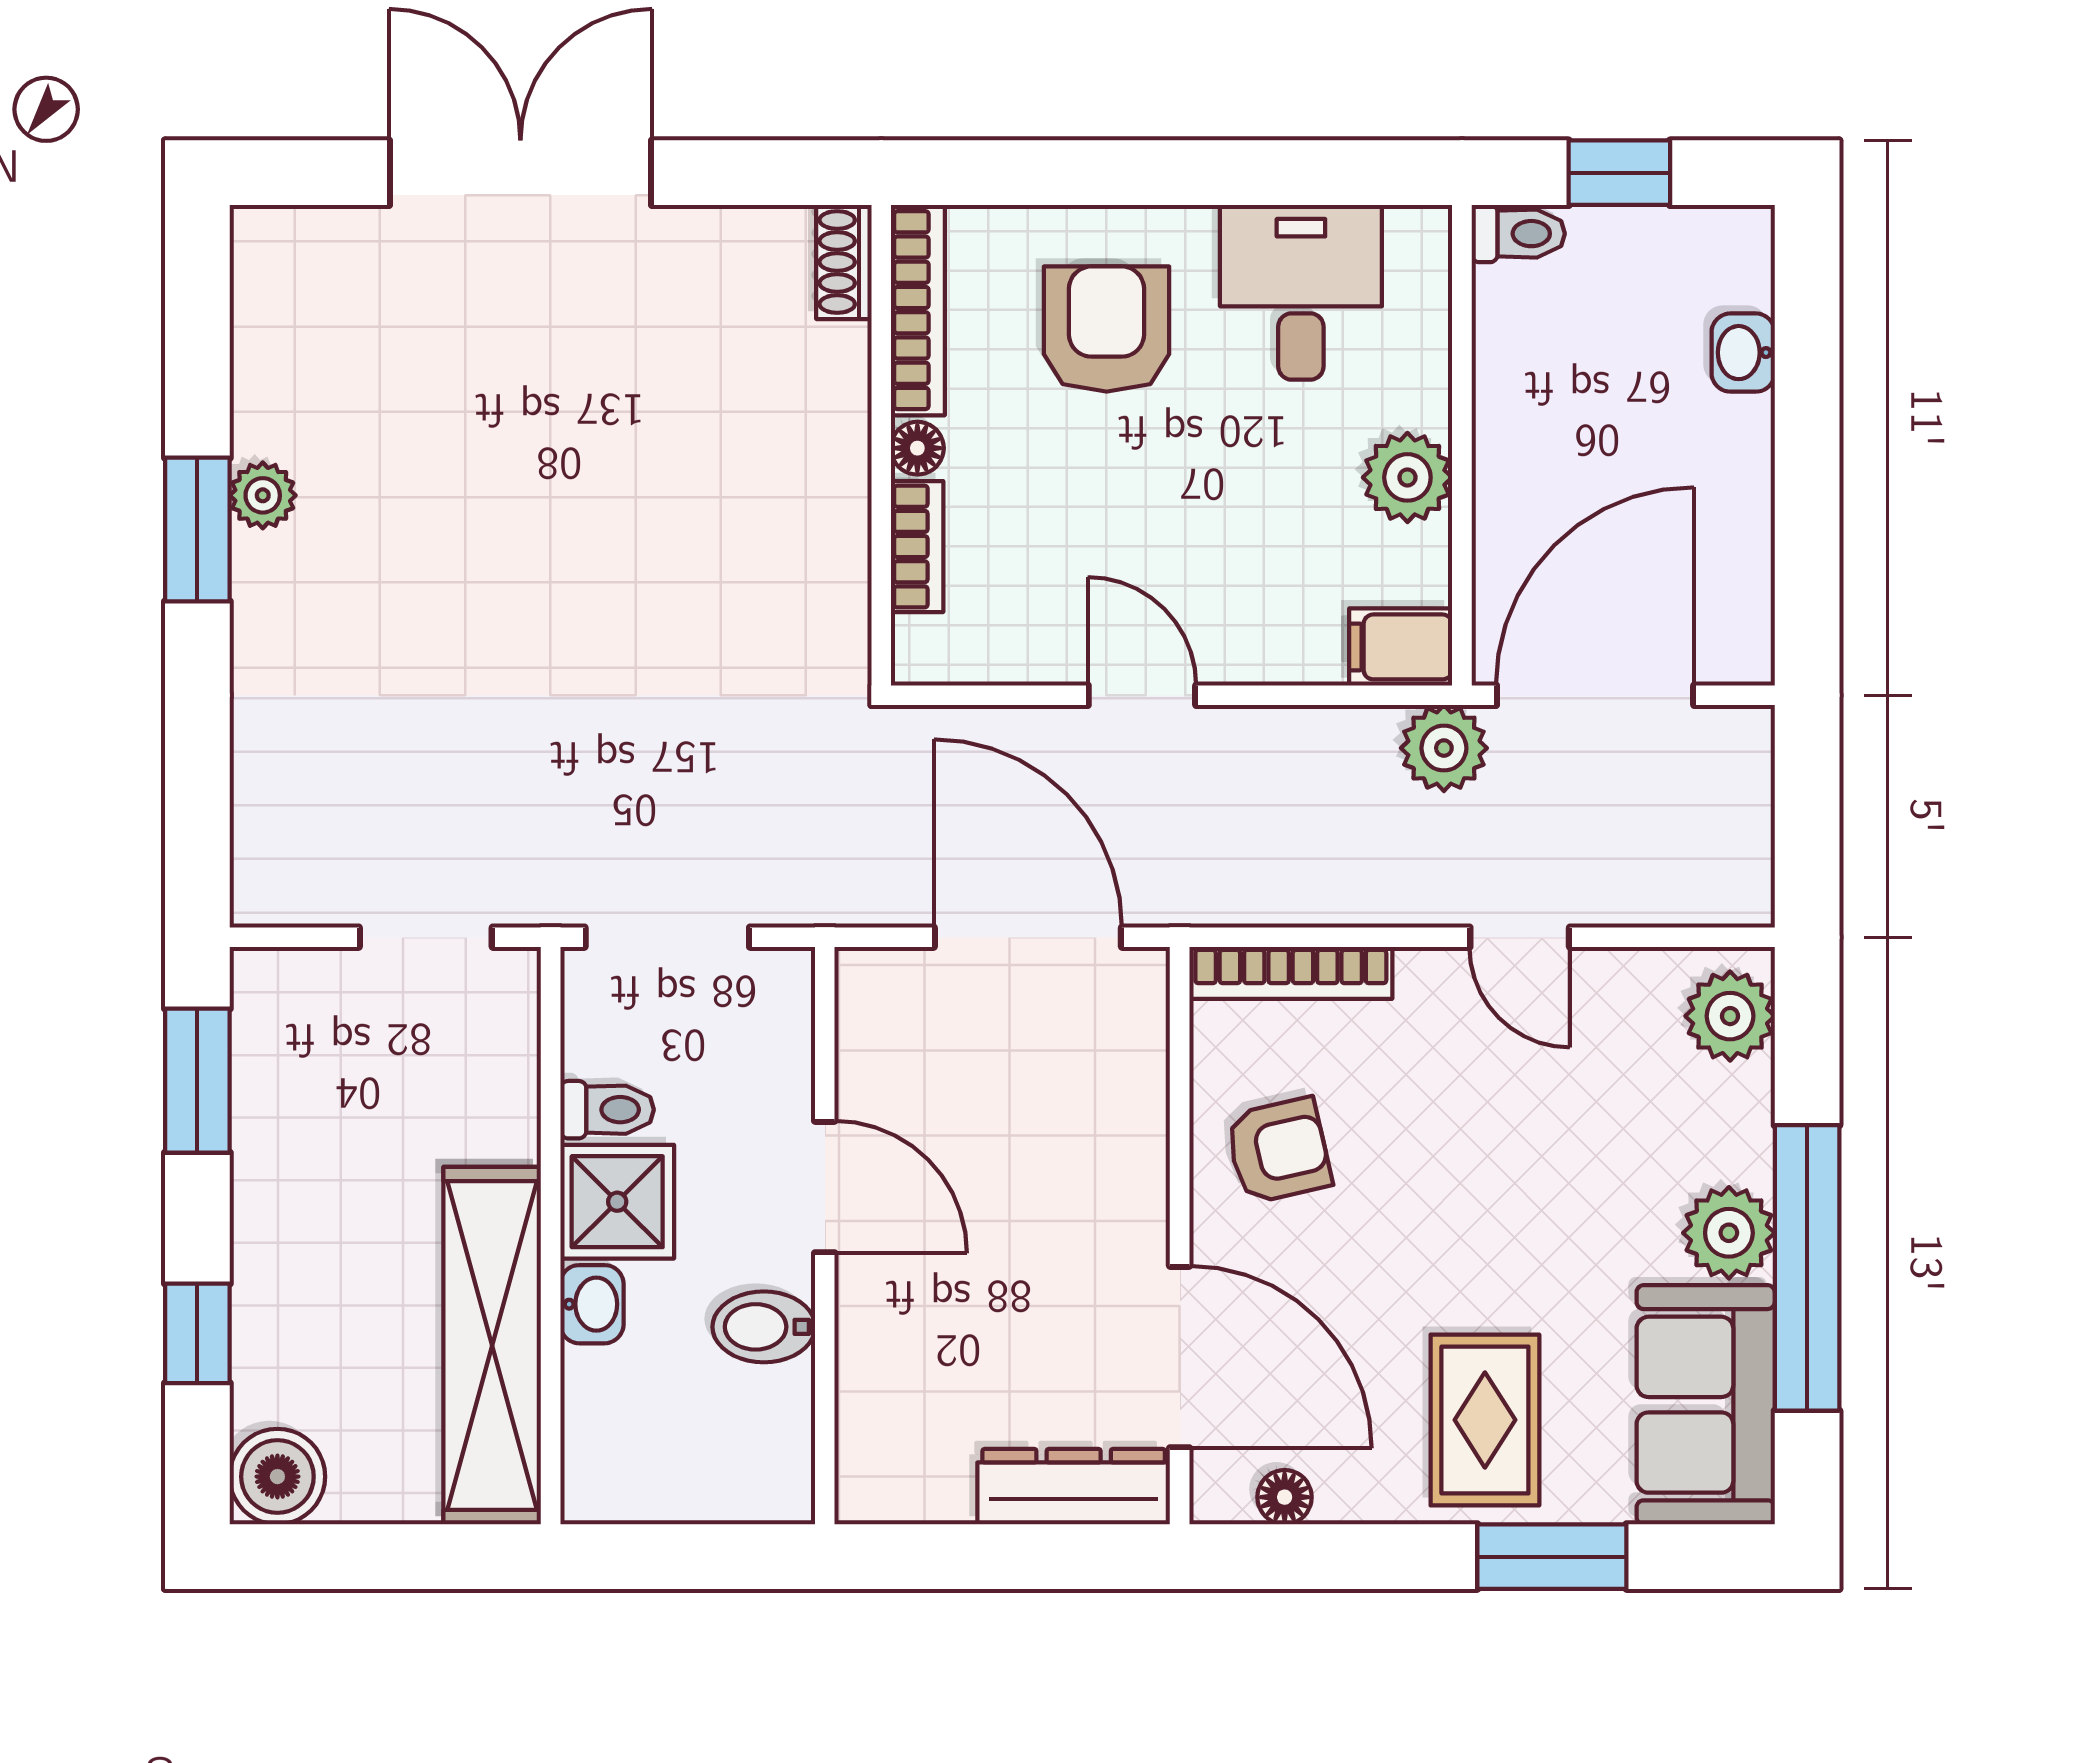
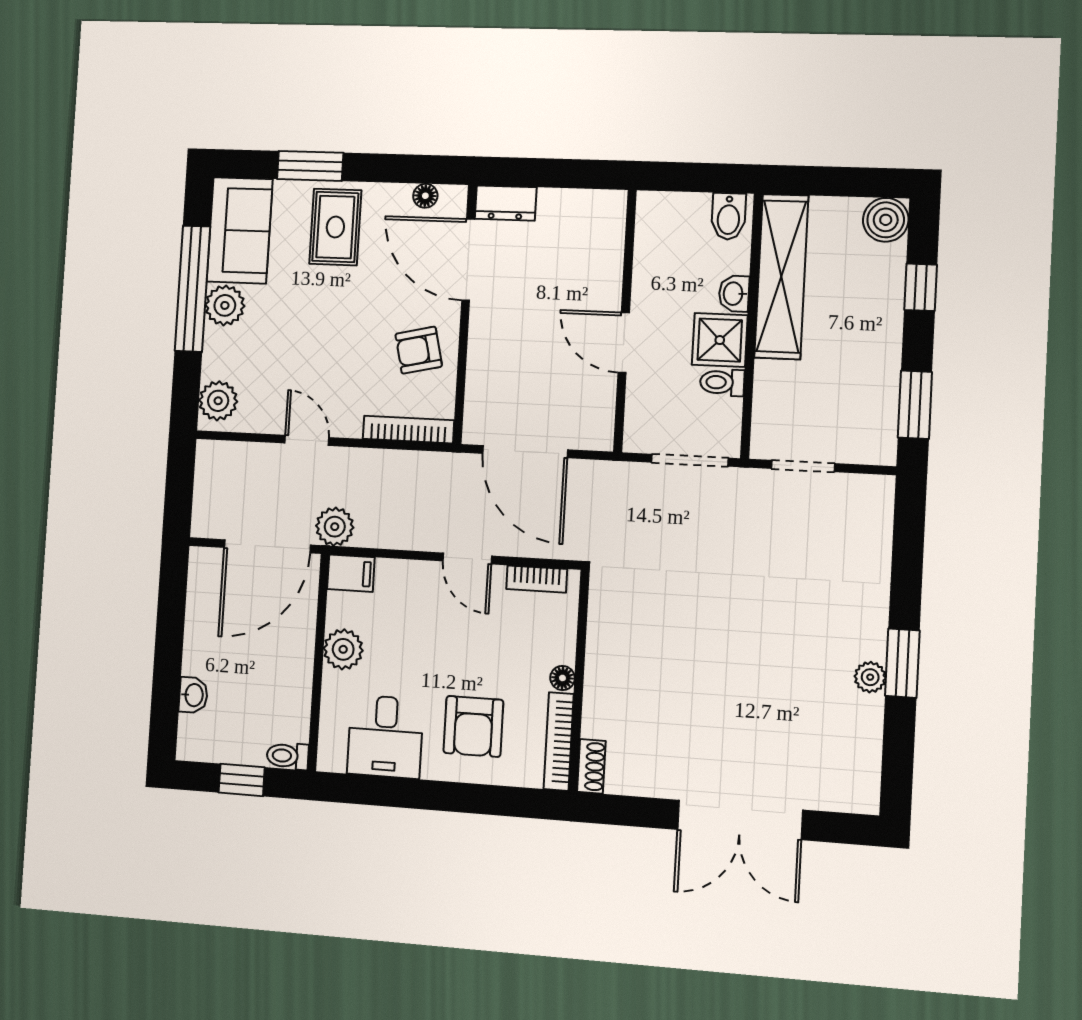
bookcase: (917, 547) -> (537, 579), moved, turned -90
bidet: (764, 1327) -> (729, 216), moved, turned 90
dresser: (1074, 1487) -> (506, 203), width x0.70

